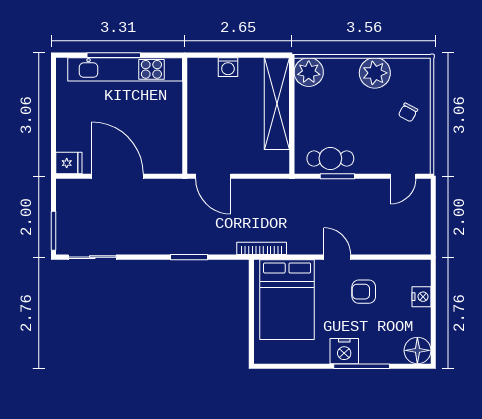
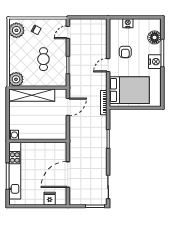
washing machine: (228, 67) -> (14, 135), moved
plant: (375, 73) -> (16, 30), moved
cafe table: (330, 158) -> (43, 59), moved
fridge: (69, 163) -> (50, 199), moved
door: (213, 176) -> (68, 107), moved
door: (403, 176) -> (68, 32), swing flipped
floor lamp: (417, 350) -> (155, 37), moved

